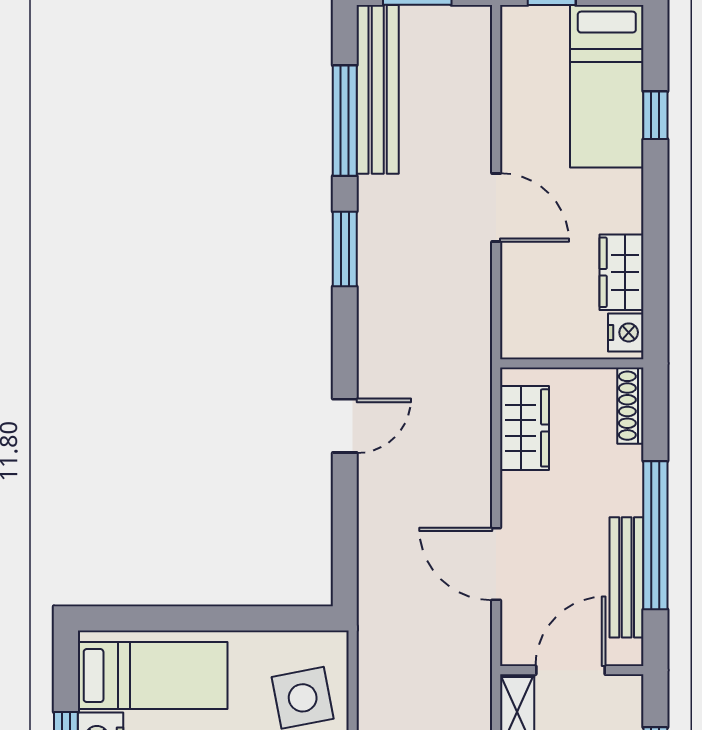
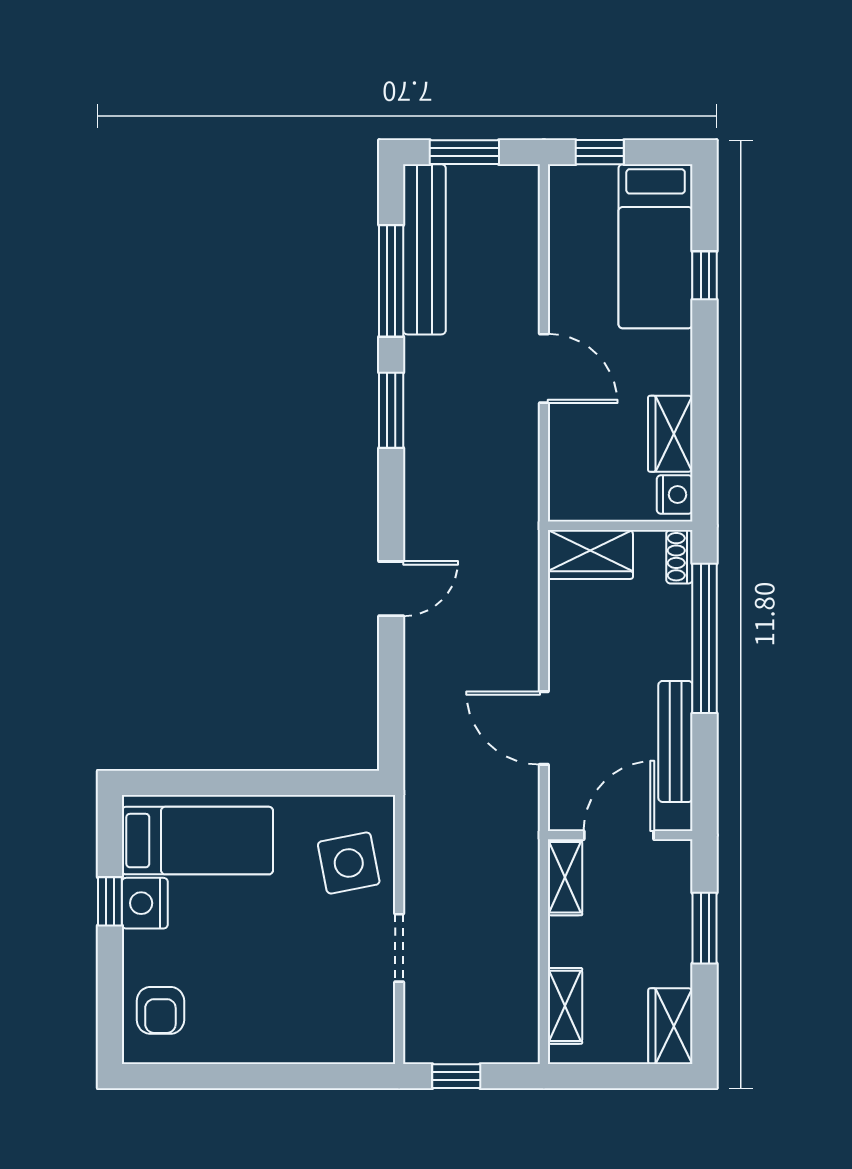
shoe rack: (630, 406) -> (679, 557), width x0.70
wardrobe: (524, 428) -> (590, 554), moved, turned 90
window: (655, 535) -> (705, 638), moved

